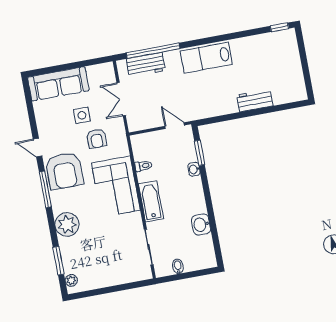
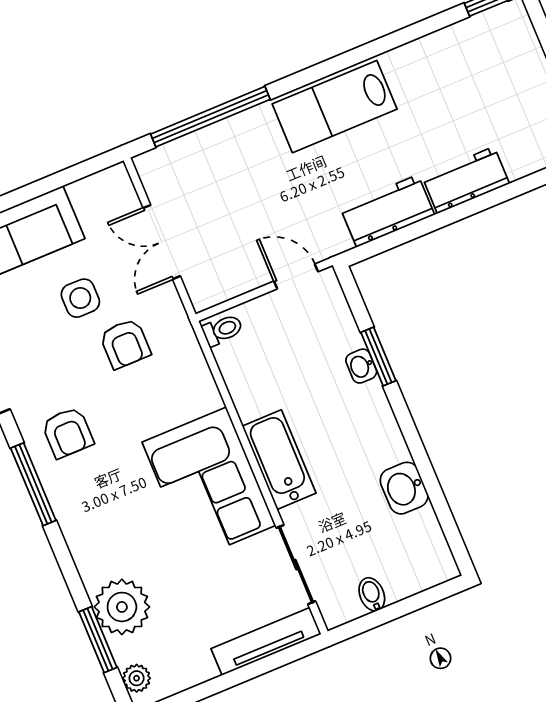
workbench: (146, 65) -> (387, 211), moved, turned 180
window: (199, 153) -> (378, 357), moved
toilet: (143, 166) -> (222, 330), moved
armchair: (64, 171) -> (68, 433), width x0.53, depth x0.53
corner sofa: (116, 187) -> (209, 484), moved
plant: (67, 224) -> (122, 607), moved
tv unit: (129, 277) -> (266, 641), added

